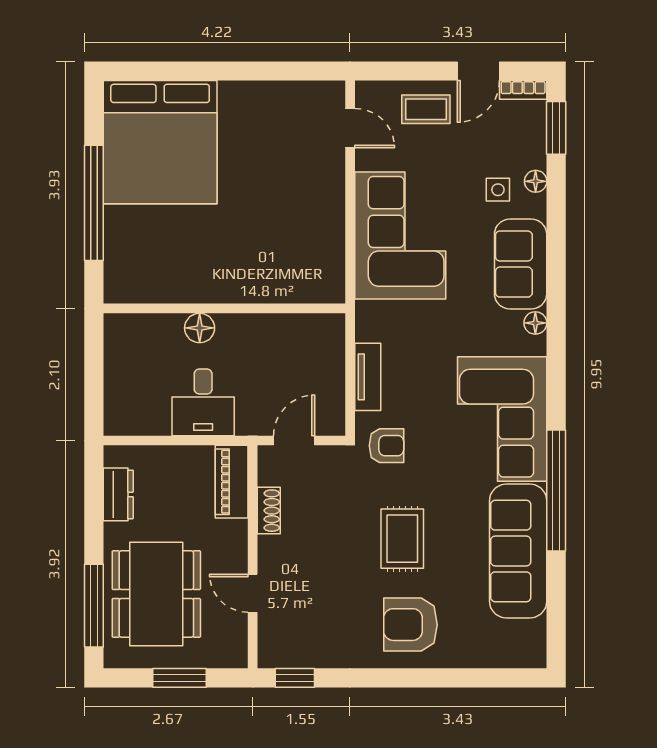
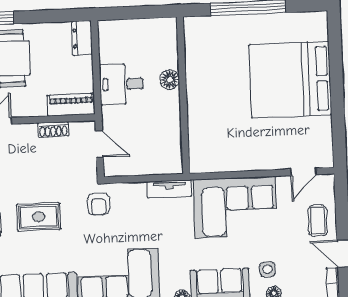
bed: (160, 142) -> (290, 80), moved
tv unit: (368, 377) -> (169, 189), moved
dresser: (118, 494) -> (82, 38), moved, turned 90

